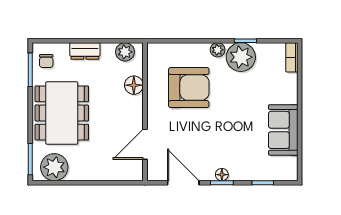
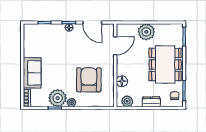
armchair: (189, 88) -> (89, 80), turned 90
sofa: (283, 130) -> (32, 73), moved
plant: (54, 167) -> (146, 32), moved

